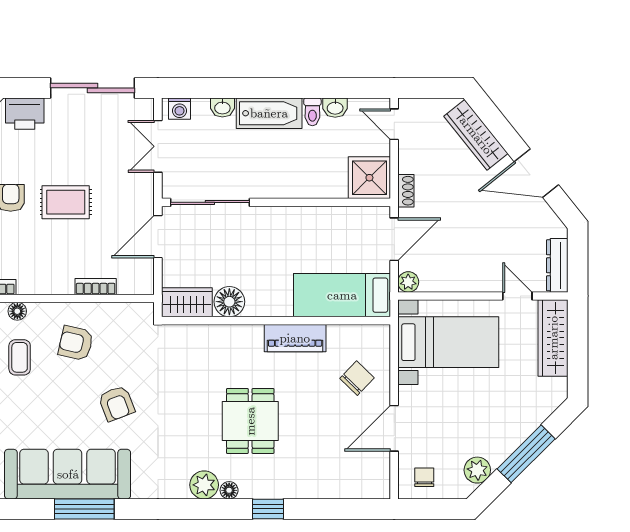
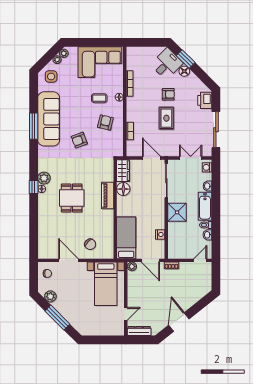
wardrobe: (476, 135) -> (196, 296), removed
shower: (369, 178) -> (177, 212), moved
nightstand: (334, 217) -> (160, 235), added
piano: (295, 338) -> (108, 196), moved
wardrobe: (553, 338) -> (108, 329), removed
dining table: (250, 421) -> (72, 198), turned 90
window: (268, 509) -> (34, 187), moved

